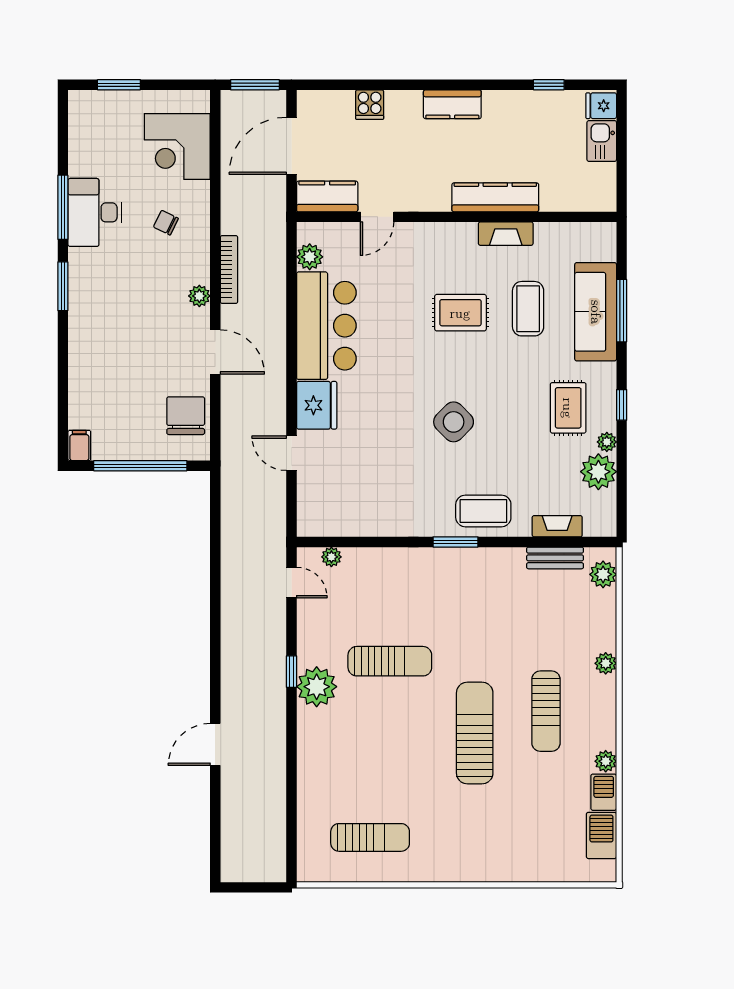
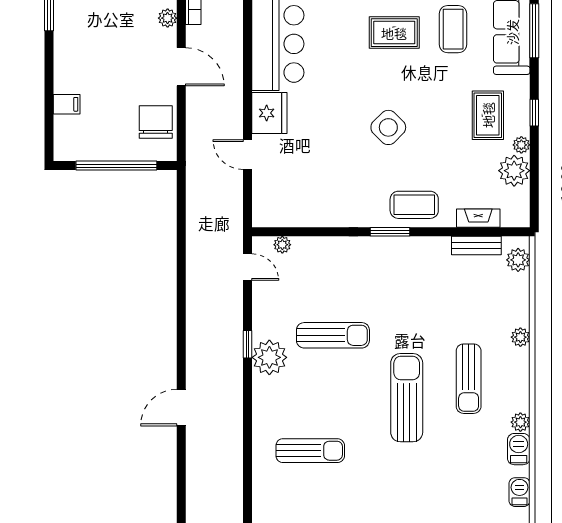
filing cabinet: (79, 445) -> (67, 104), moved, turned 90
barbecue: (601, 835) -> (519, 492), width x0.73, depth x0.79
sun lounger: (370, 837) -> (310, 451), moved

